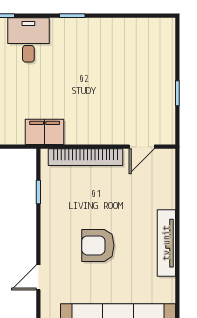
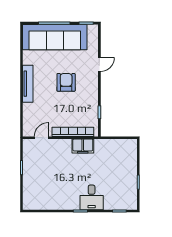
desk: (28, 40) -> (92, 197), moved
filing cabinet: (45, 132) -> (83, 146), moved
armchair: (98, 245) -> (66, 82), turned -90

